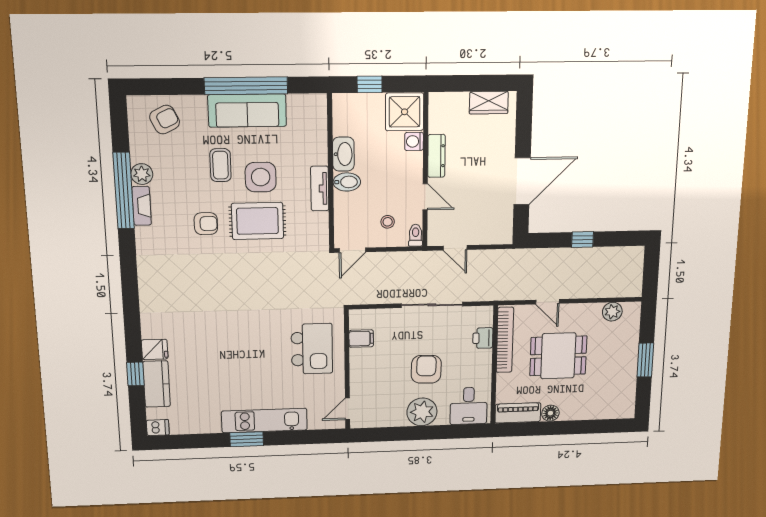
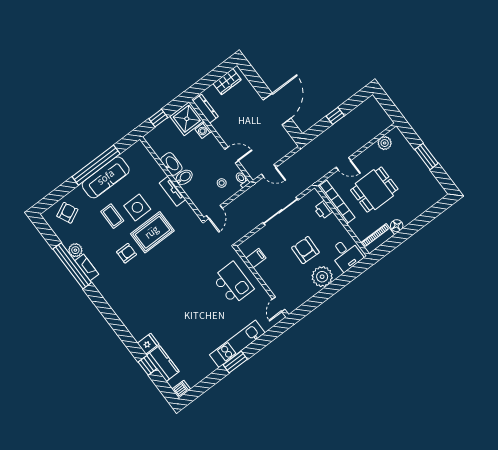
dresser: (436, 156) -> (205, 109), moved

